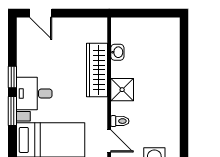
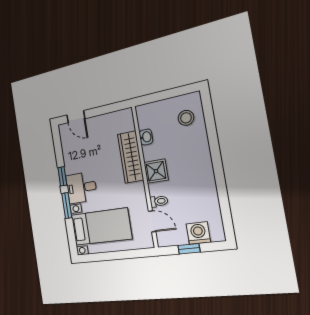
stool: (162, 41) -> (186, 118), added

